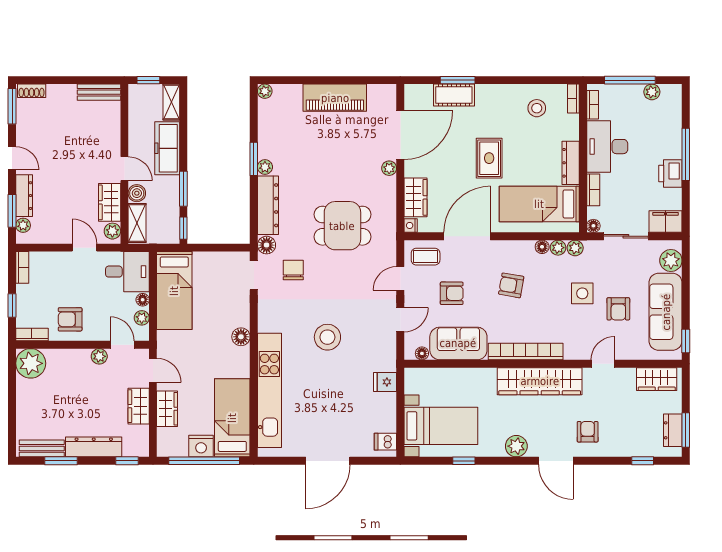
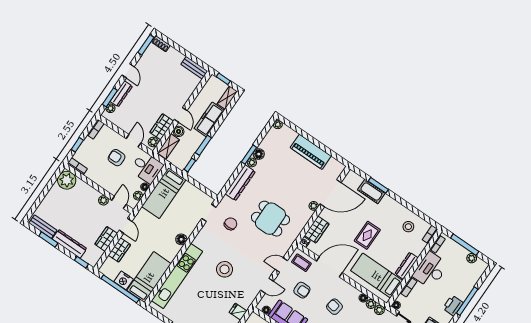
floor lamp: (267, 245) -> (259, 154), moved
armchair: (70, 319) -> (117, 158), moved

